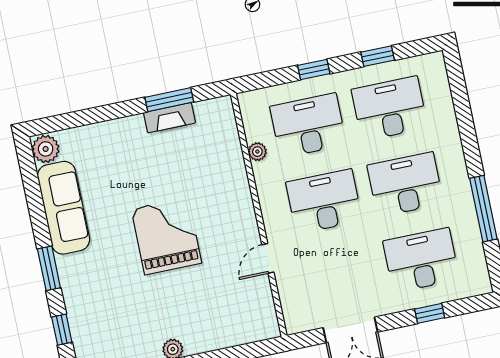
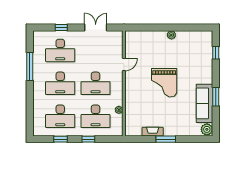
window: (169, 100) -> (166, 139), moved
window: (49, 268) -> (216, 97), moved

